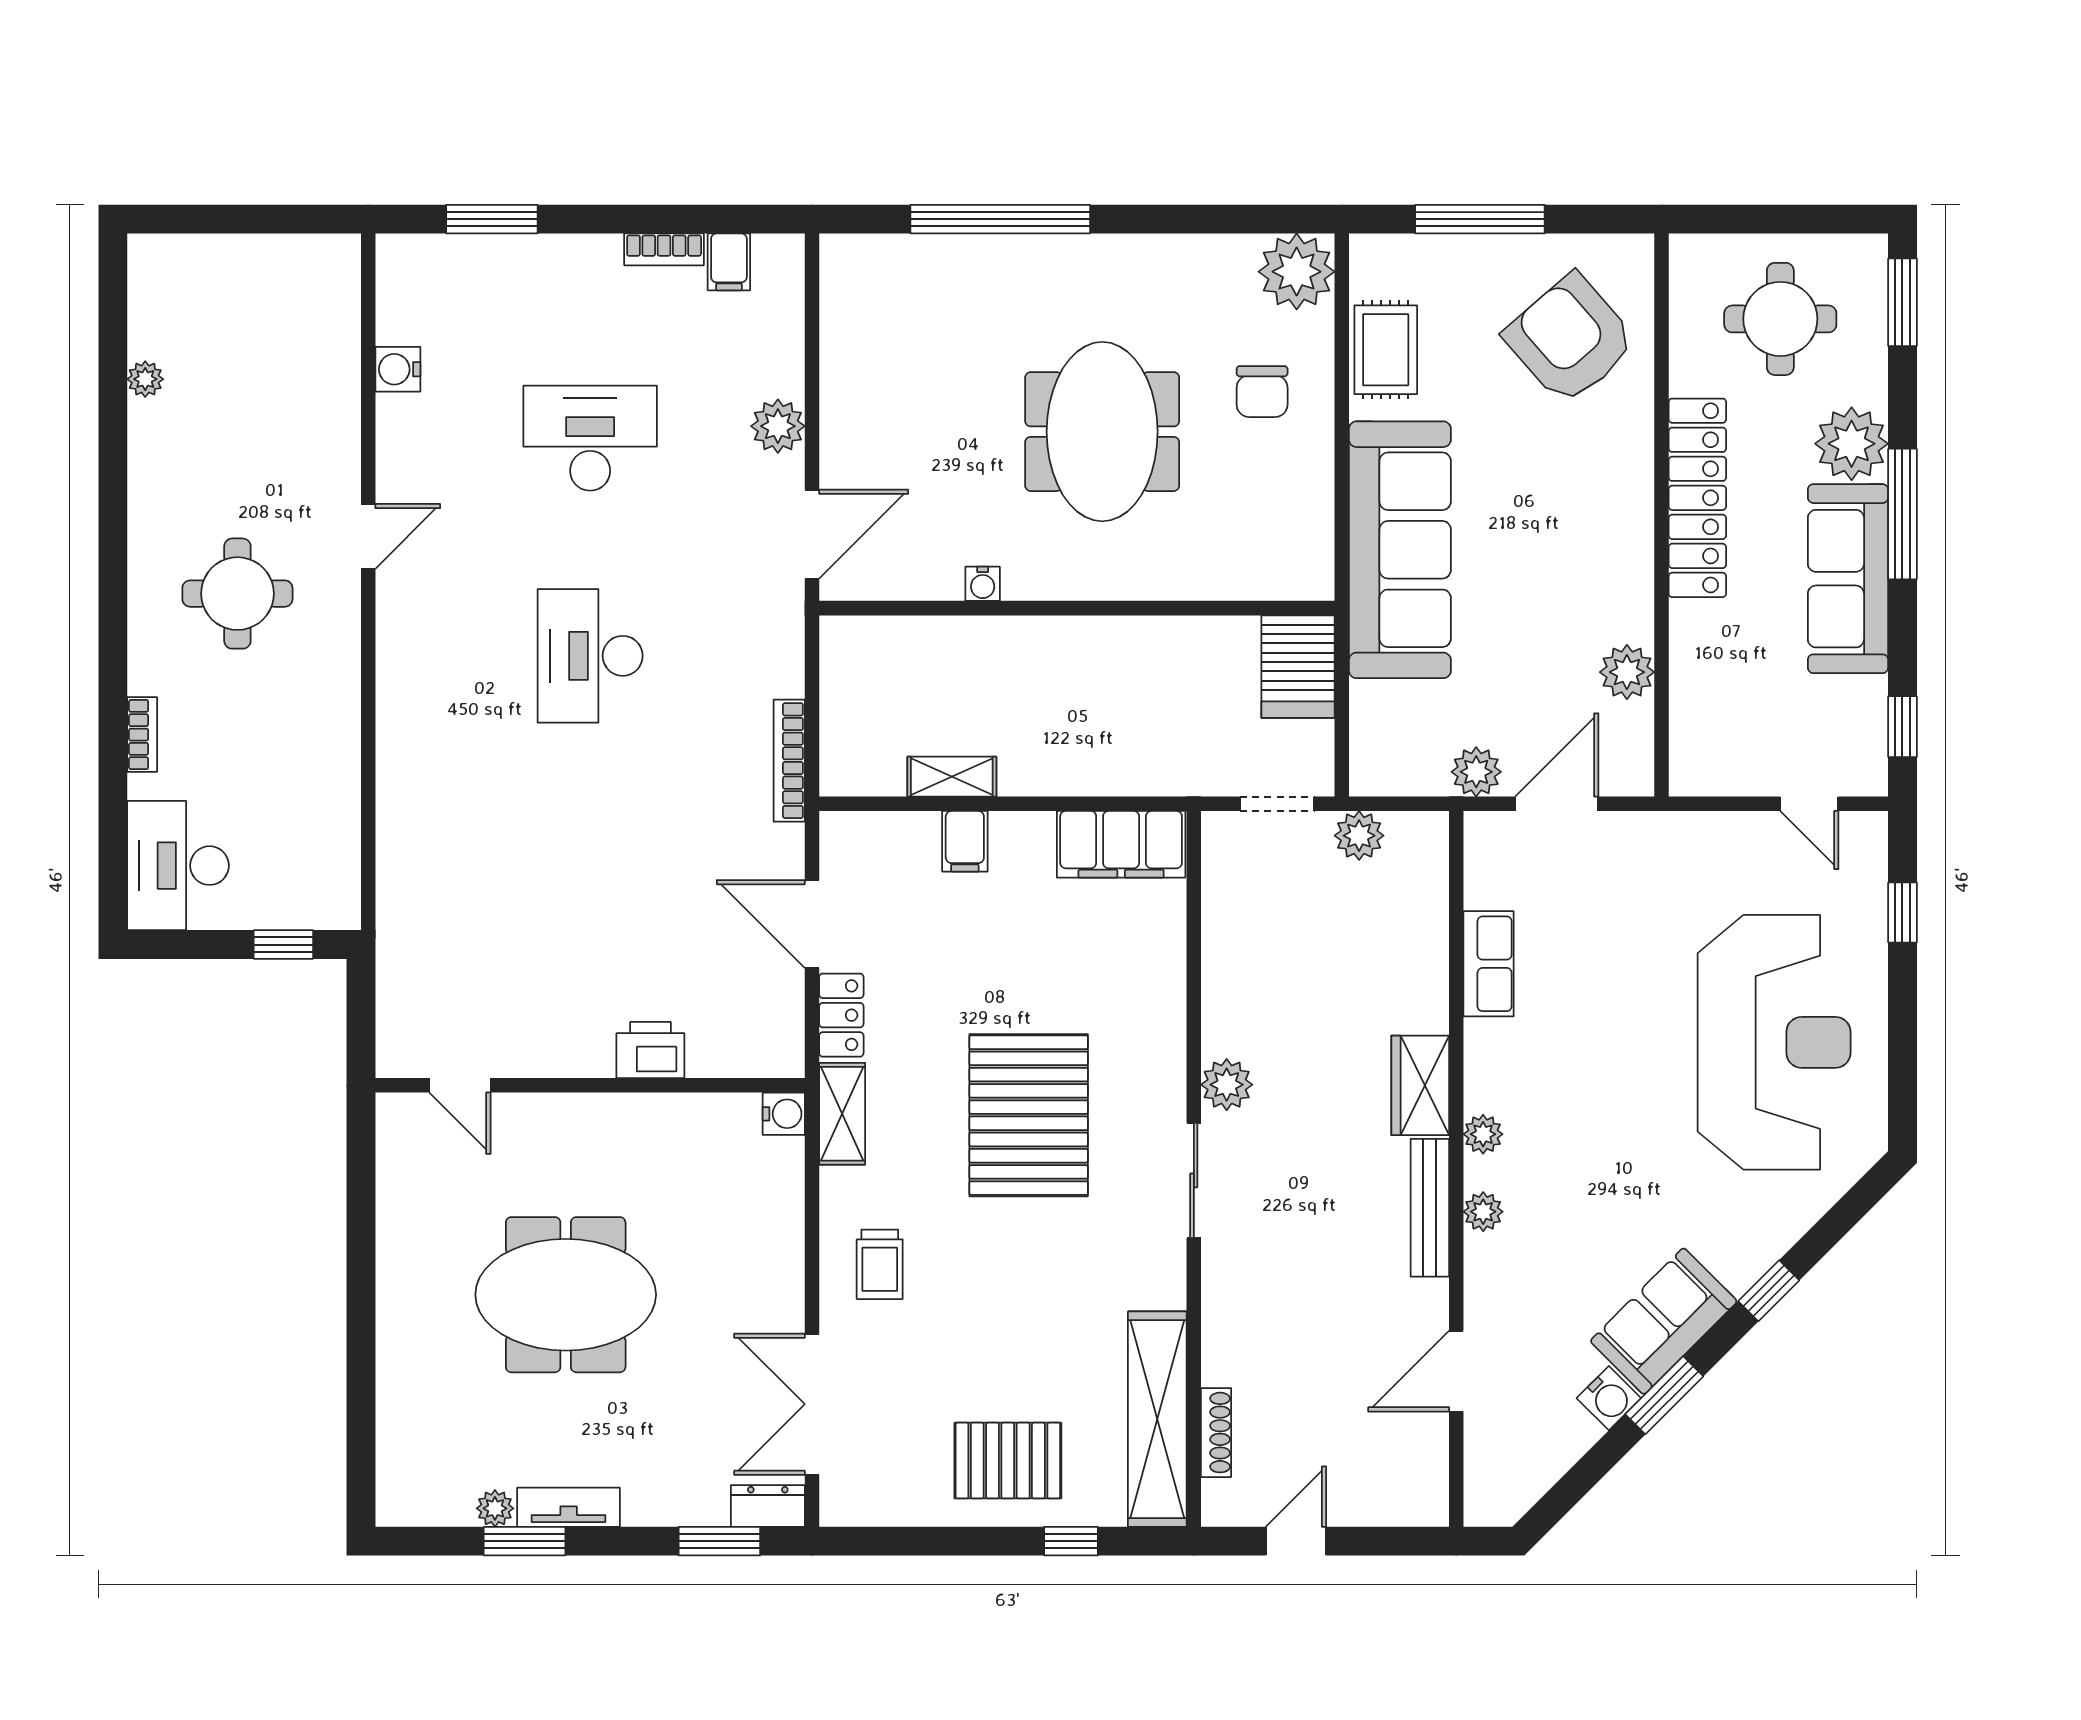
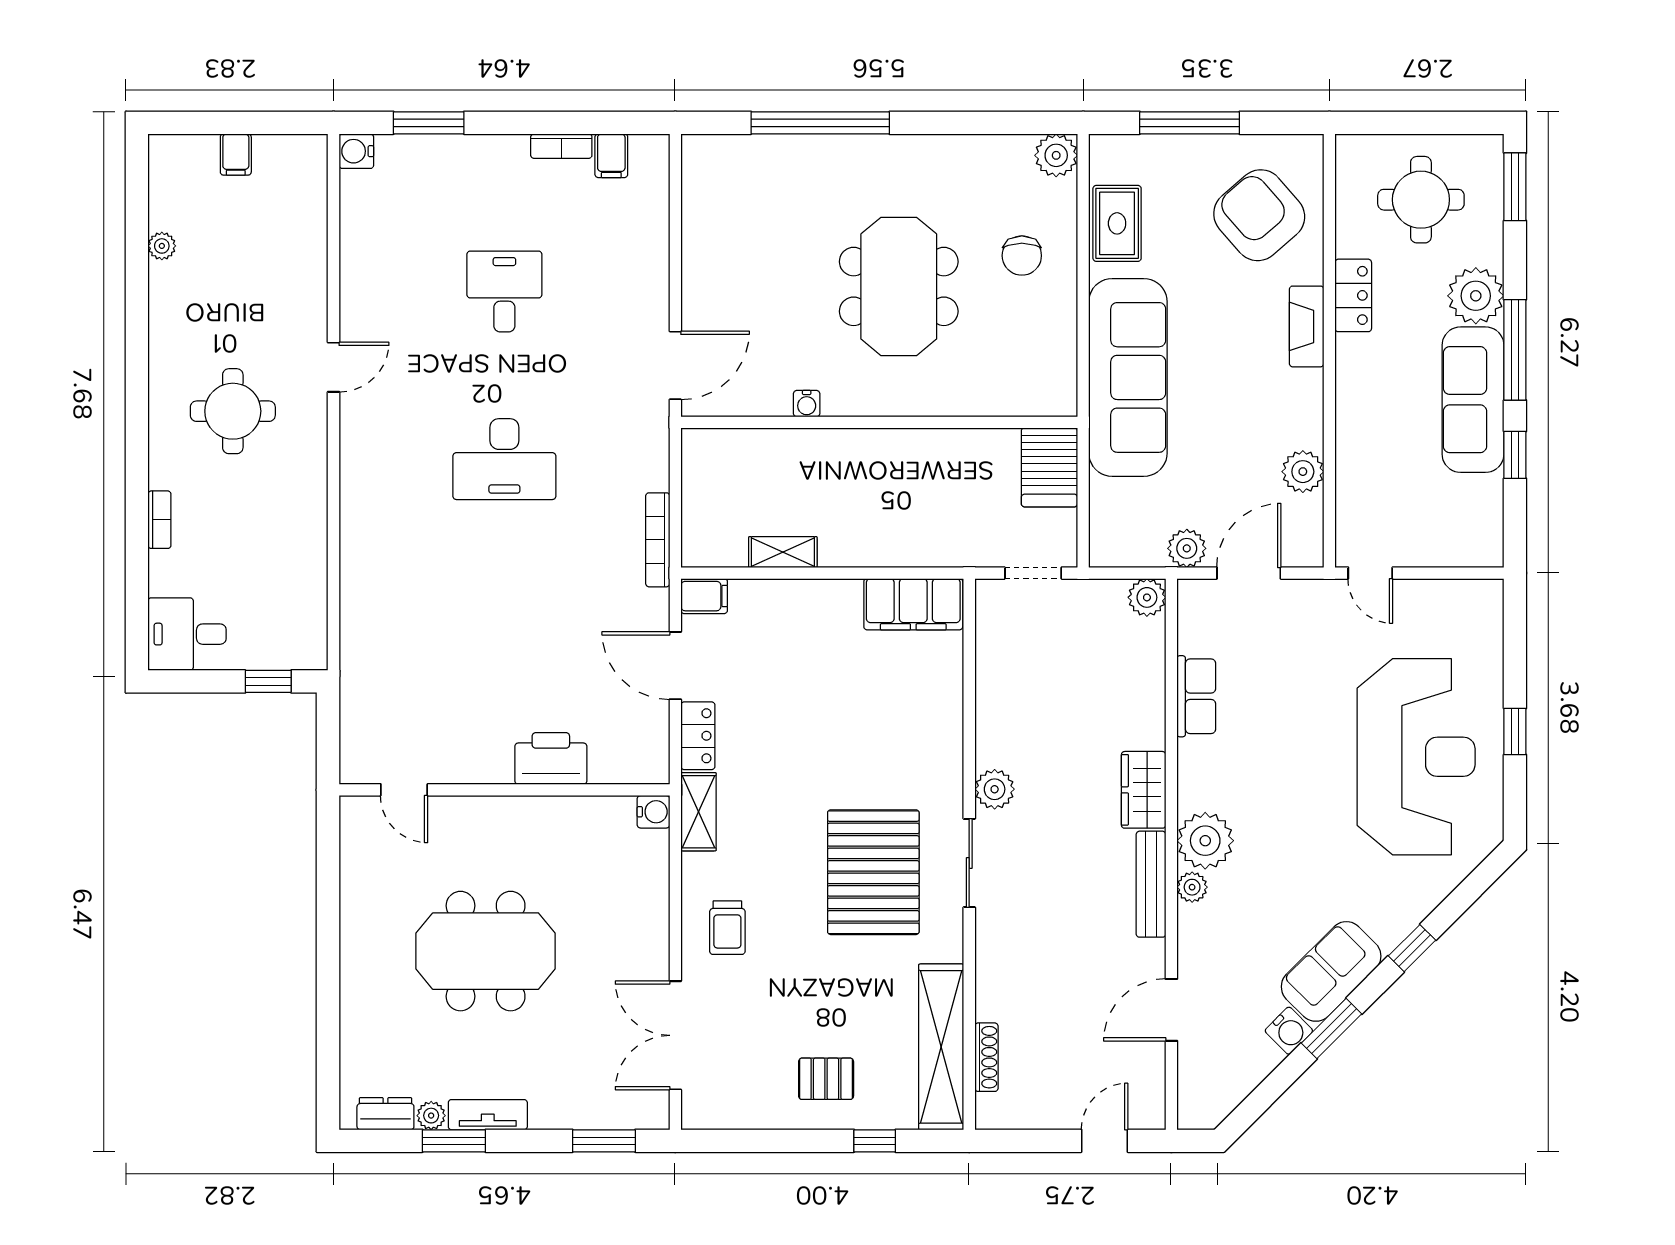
filing cabinet: (241, 260) -> (236, 155), added
plant: (1297, 272) -> (1056, 155), width x0.73, depth x0.73
water cooler: (398, 369) -> (356, 151), moved
plant: (778, 426) -> (649, 282), removed
desk: (590, 438) -> (504, 291), width x0.73
fireplace: (1632, 484) -> (1307, 326), added
locker: (1697, 498) -> (1353, 295), width x0.46, depth x0.83
desk: (590, 656) -> (504, 459), turned -90
window: (1902, 727) -> (1515, 455), moved
door: (1809, 804) -> (1370, 573), moved
plant: (1359, 836) -> (1147, 597), moved
filing cabinet: (965, 841) -> (704, 596), moved, turned -90
desk: (178, 866) -> (187, 634), width x0.73
window: (1902, 912) -> (1515, 732), moved
printer: (650, 1050) -> (551, 758), width x1.37, depth x1.19
pallet: (1029, 1115) -> (873, 872), moved
plant: (1483, 1134) -> (1205, 841), width x1.87, depth x1.87
pallet: (1008, 1461) -> (826, 1079), width x0.67, depth x0.71
dresser: (768, 1506) -> (385, 1114), moved
door: (1296, 1541) -> (1105, 1141), moved

